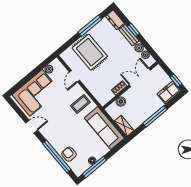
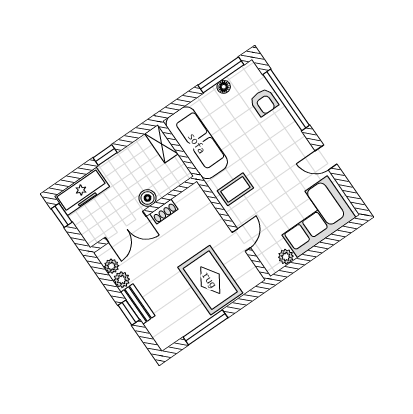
dresser: (115, 20) -> (160, 334), removed
freezer: (169, 92) -> (82, 191), width x1.40
boiler: (121, 102) -> (148, 198), moved
window: (155, 116) -> (105, 155), width x0.46

